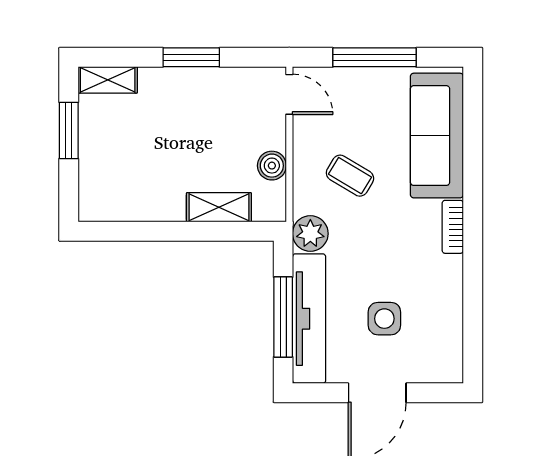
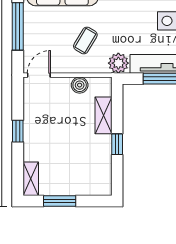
window: (191, 57) -> (18, 131), width x0.67
window: (168, 231) -> (117, 144), added

